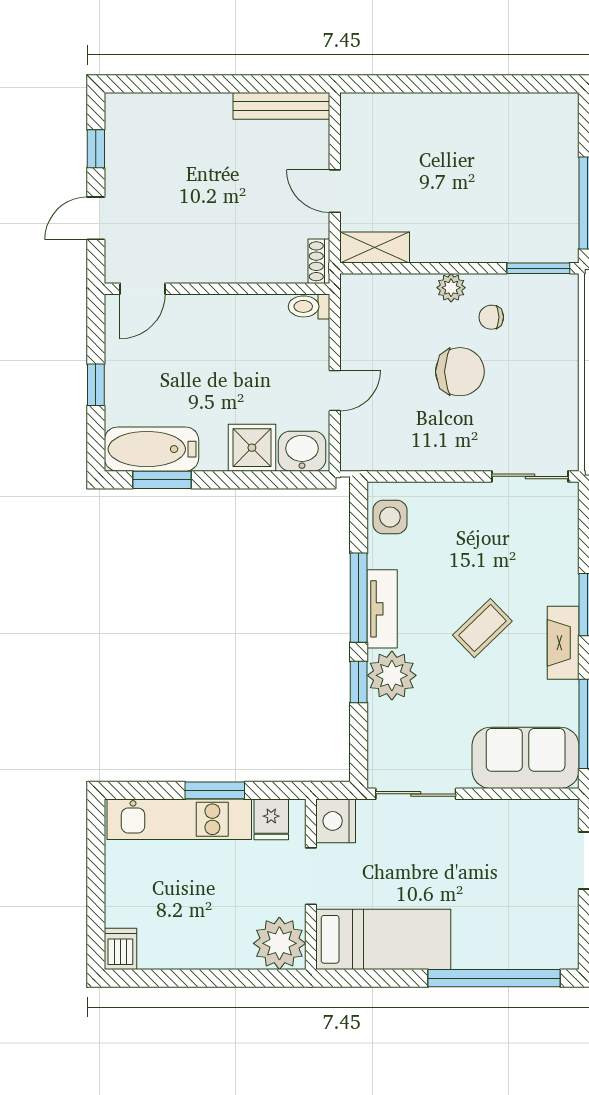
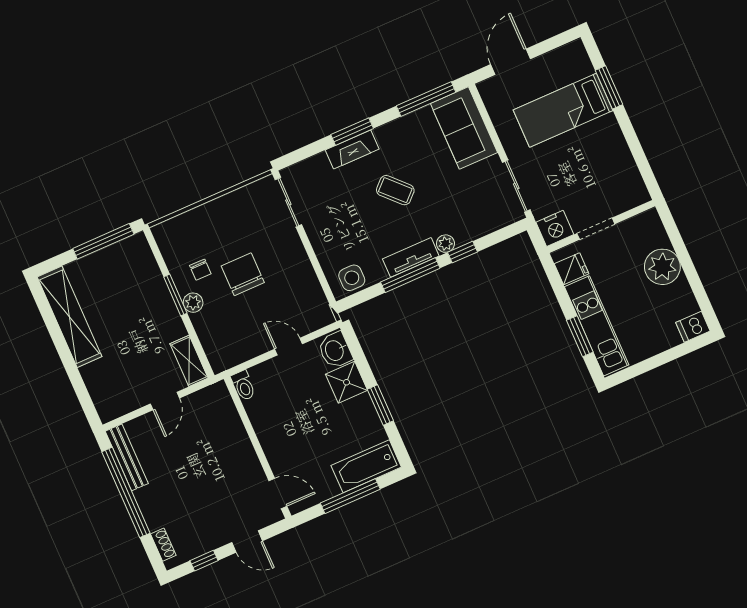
window: (234, 84) -> (126, 492), added
shelving: (506, 112) -> (70, 317), added
shoe rack: (319, 261) -> (163, 545), moved, turned -90
window: (538, 268) -> (175, 295), moved
window: (96, 385) -> (350, 496), width x2.17
bathtub: (151, 449) -> (366, 466), moved, turned 90
window: (162, 480) -> (380, 405), moved
fireplace: (563, 643) -> (352, 149), moved
plant: (392, 675) -> (445, 244), width x0.53, depth x0.53
window: (215, 790) -> (580, 336), moved
bed: (383, 939) -> (563, 110), moved, turned -90
plant: (279, 943) -> (662, 267), moved
window: (494, 978) -> (609, 87), width x0.47

